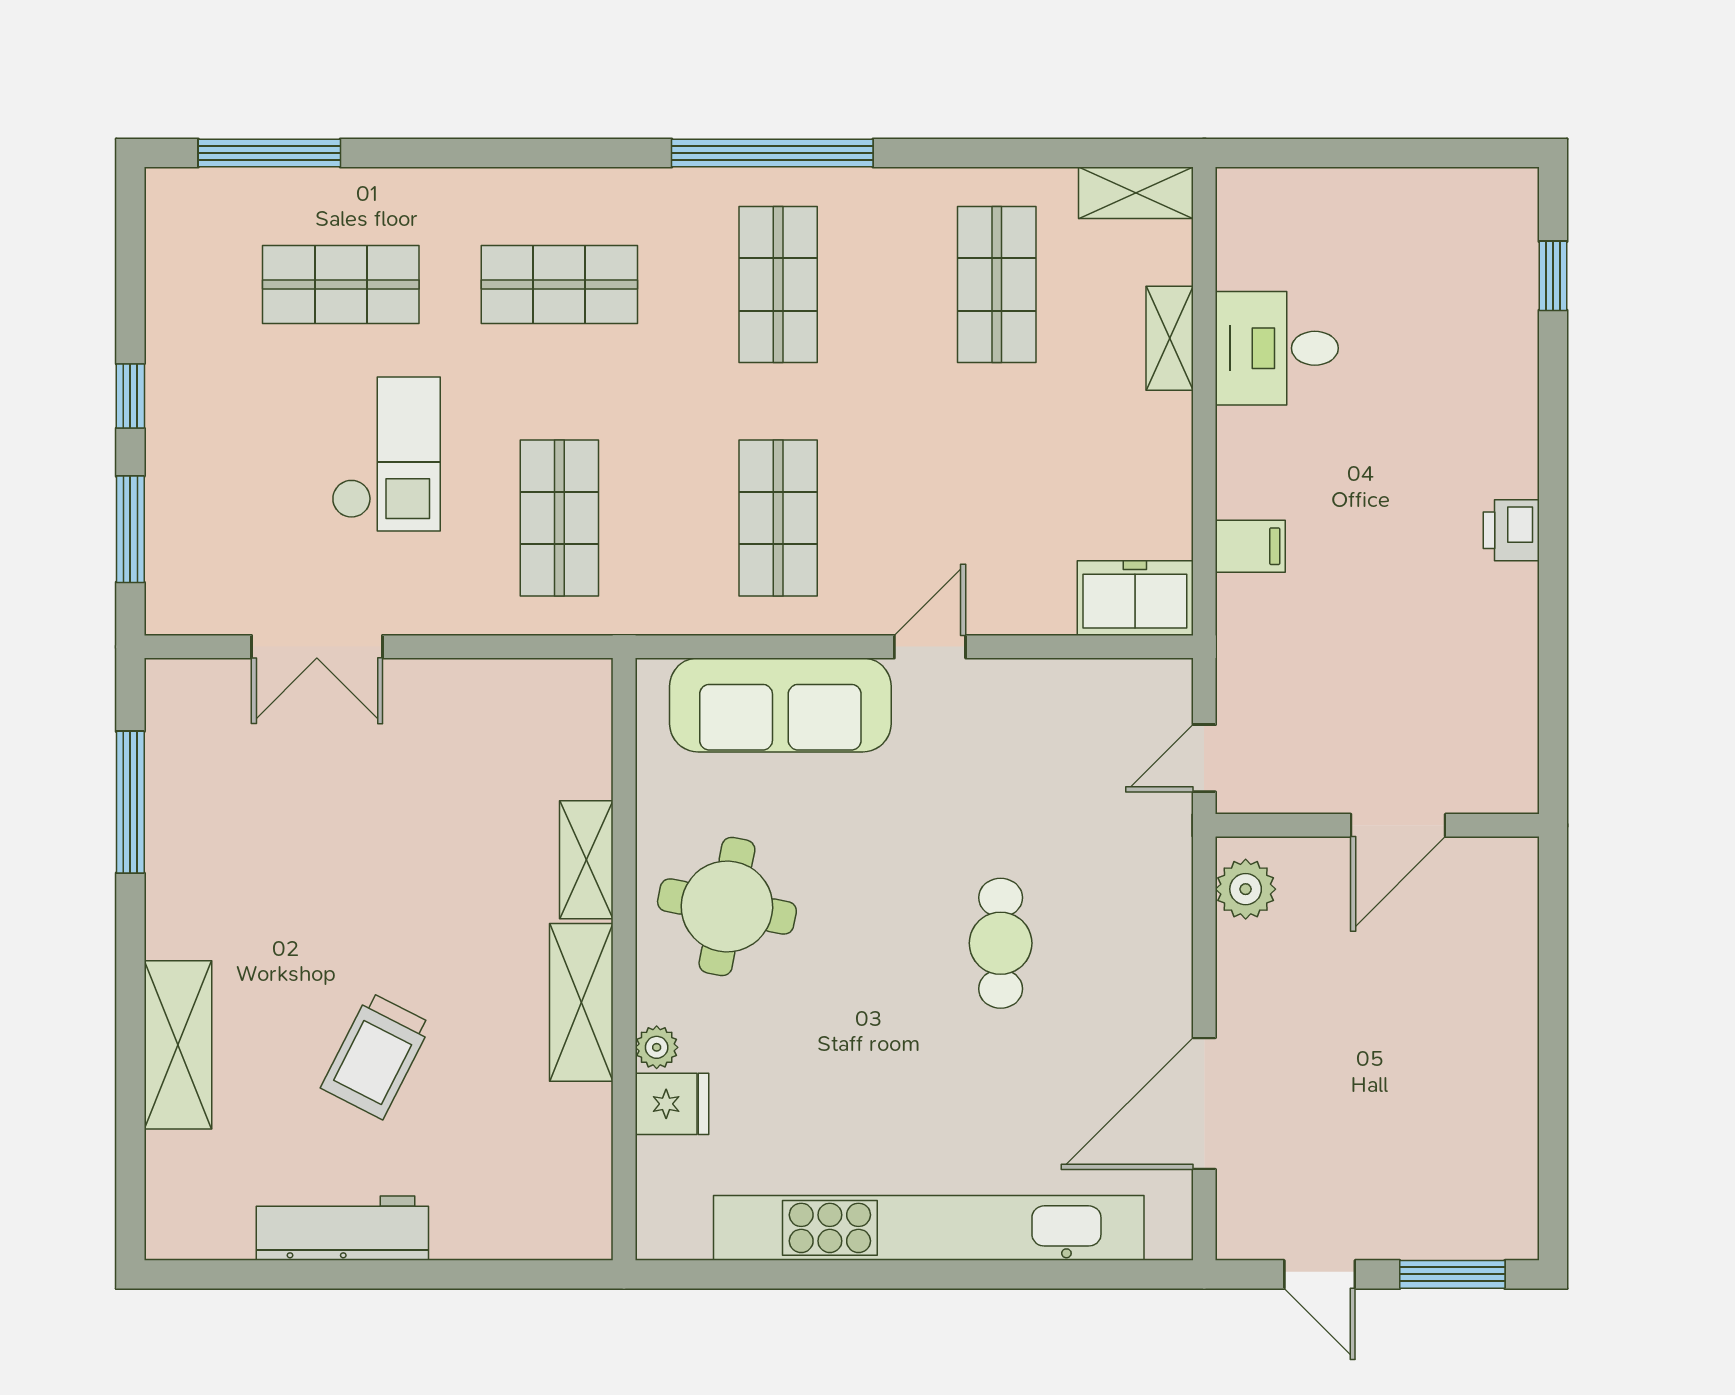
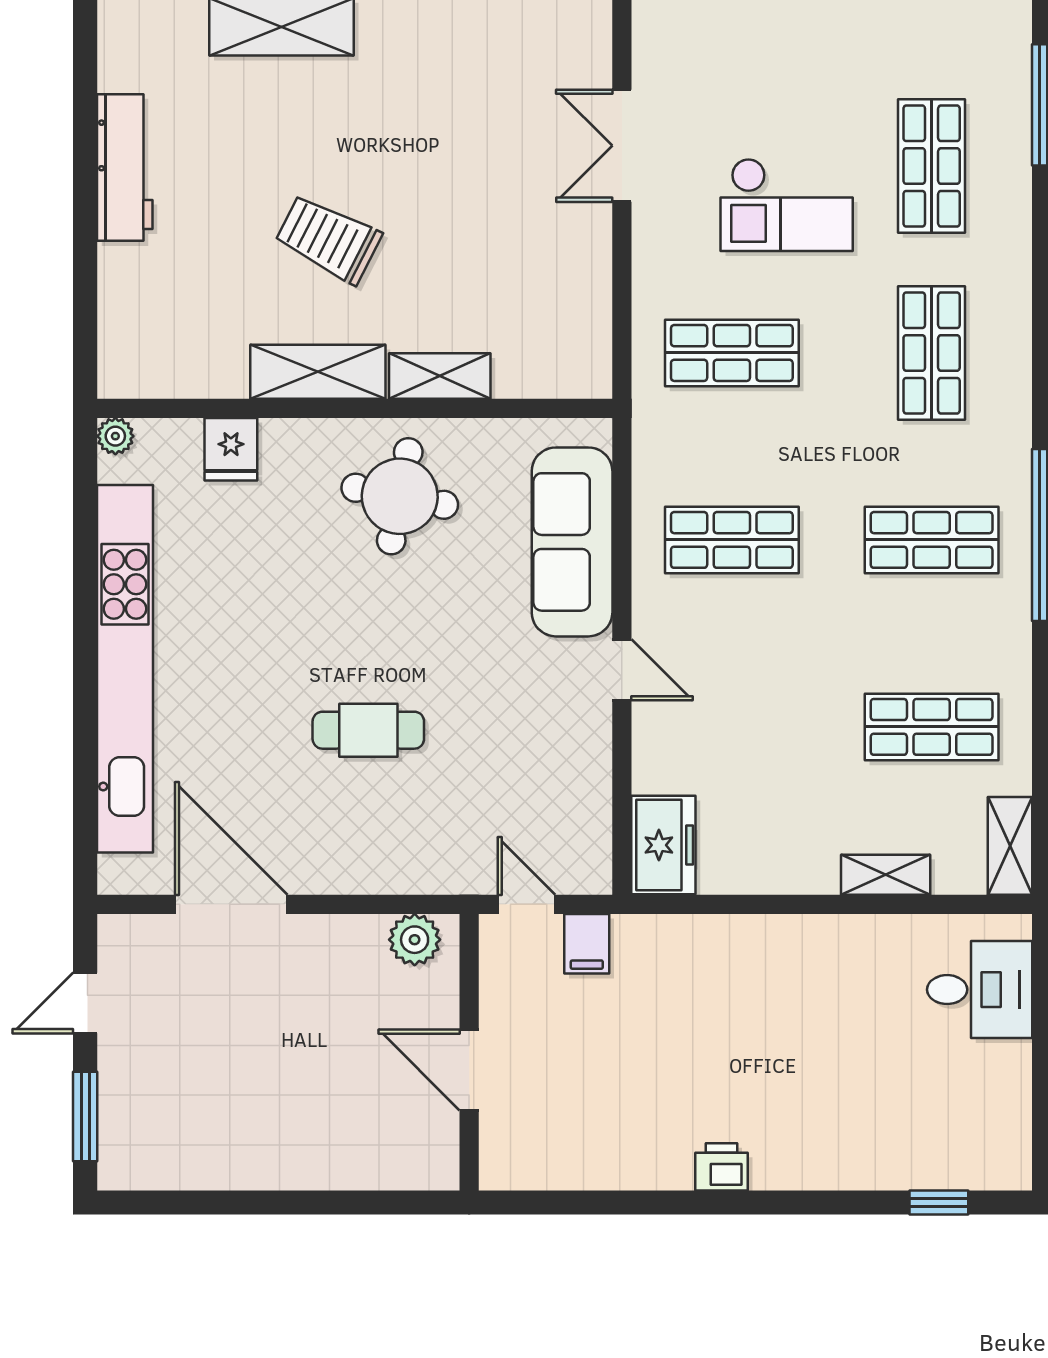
desk: (1277, 348) -> (980, 990), moved, turned 90
filing cabinet: (1250, 546) -> (587, 944), moved
plant: (657, 1047) -> (115, 436), moved
trolley: (376, 1056) -> (328, 239), moved

